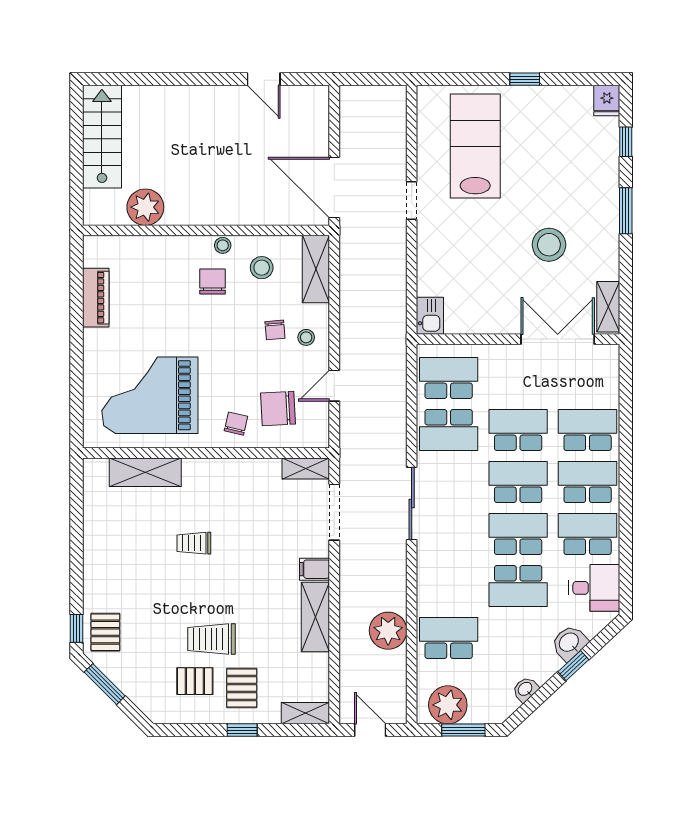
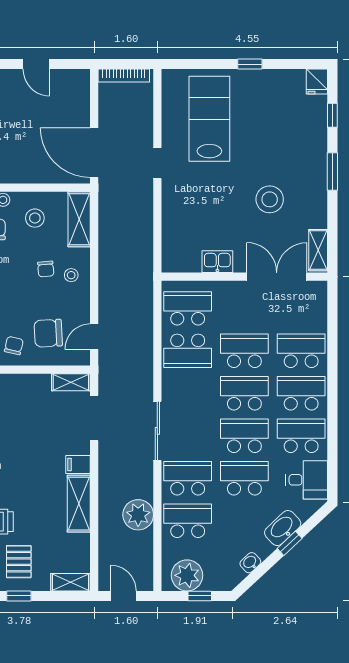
bookcase: (370, 93) -> (124, 76), added
kitchen sink: (430, 316) -> (217, 262), moved, turned -90
door: (334, 386) -> (94, 337), moved
sliding door: (412, 504) -> (157, 431), moved
school desk: (449, 586) -> (188, 478), added
school desk: (518, 586) -> (244, 478), turned 180
washbasin: (569, 643) -> (283, 528), width x1.38
window: (463, 730) -> (200, 596), width x0.67

